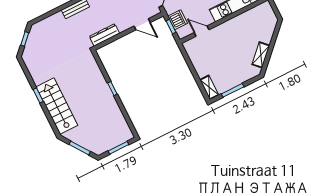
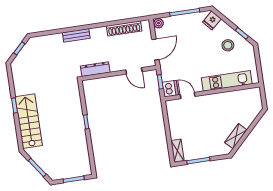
dishwasher: (178, 20) -> (170, 89), moved

